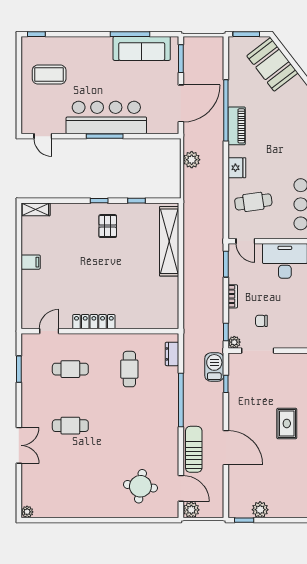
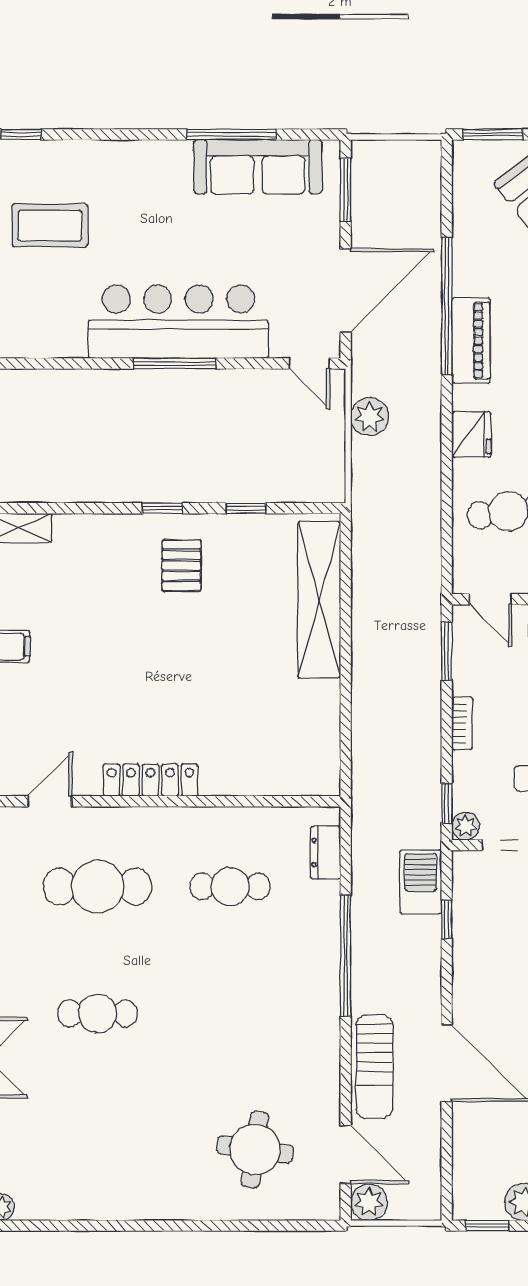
door: (43, 136) -> (309, 363), moved
cafe table: (70, 369) -> (98, 887), width x1.37, depth x1.35
cafe table: (129, 369) -> (230, 887), turned 90
sun lounger: (194, 449) -> (375, 1067), turned 180

